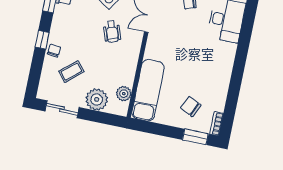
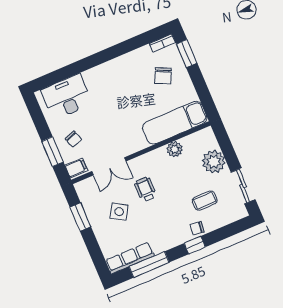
wheelchair: (112, 31) -> (145, 189), turned -71
coffee table: (71, 72) -> (205, 201), turned -49
plant: (124, 94) -> (175, 149), moved

